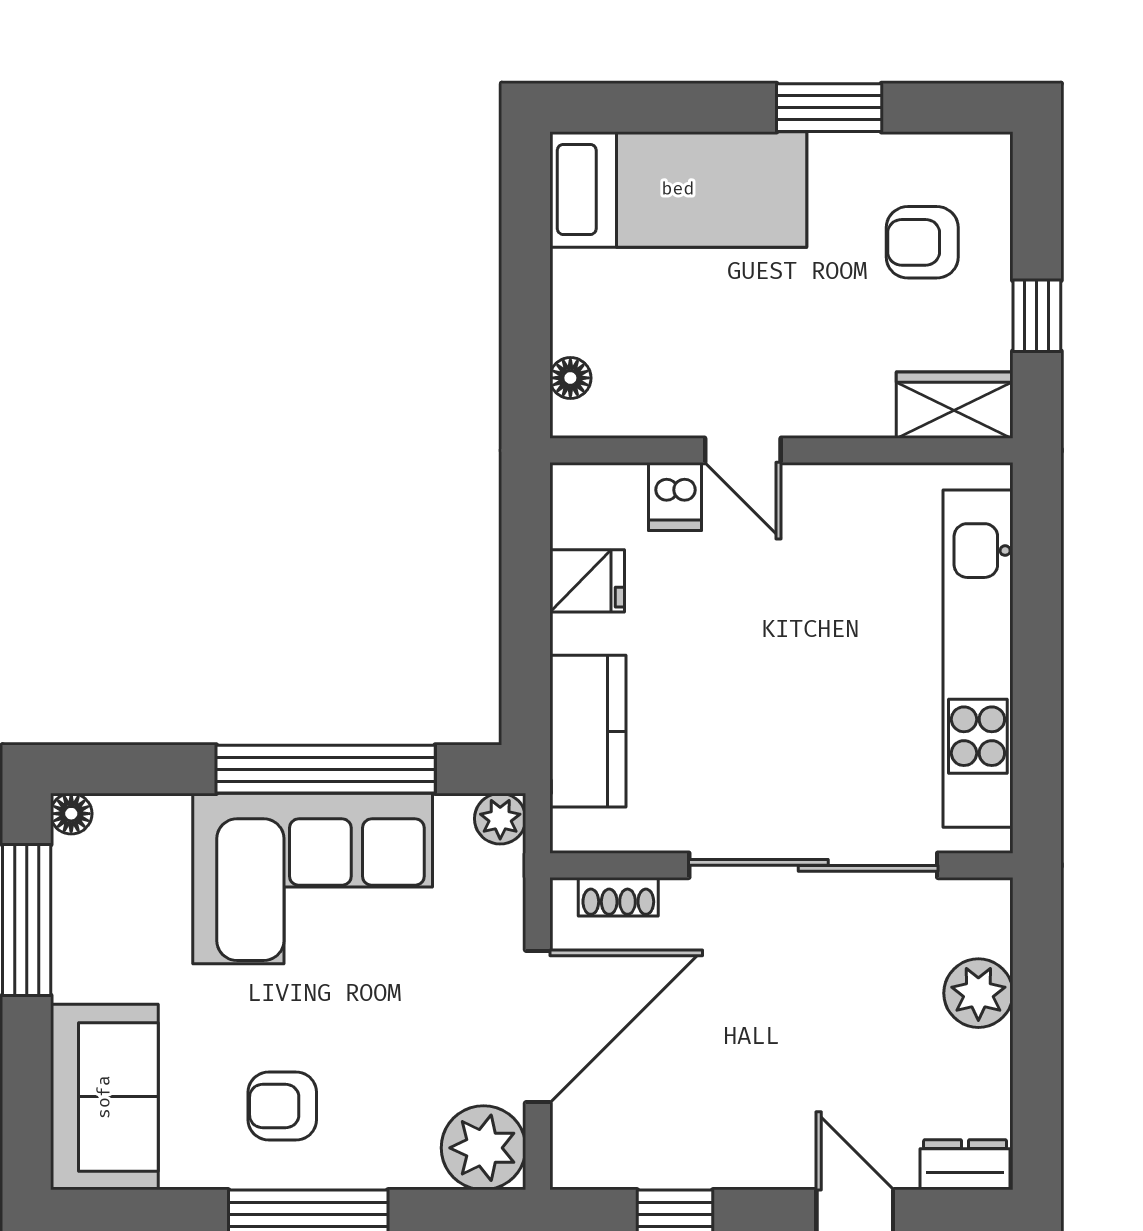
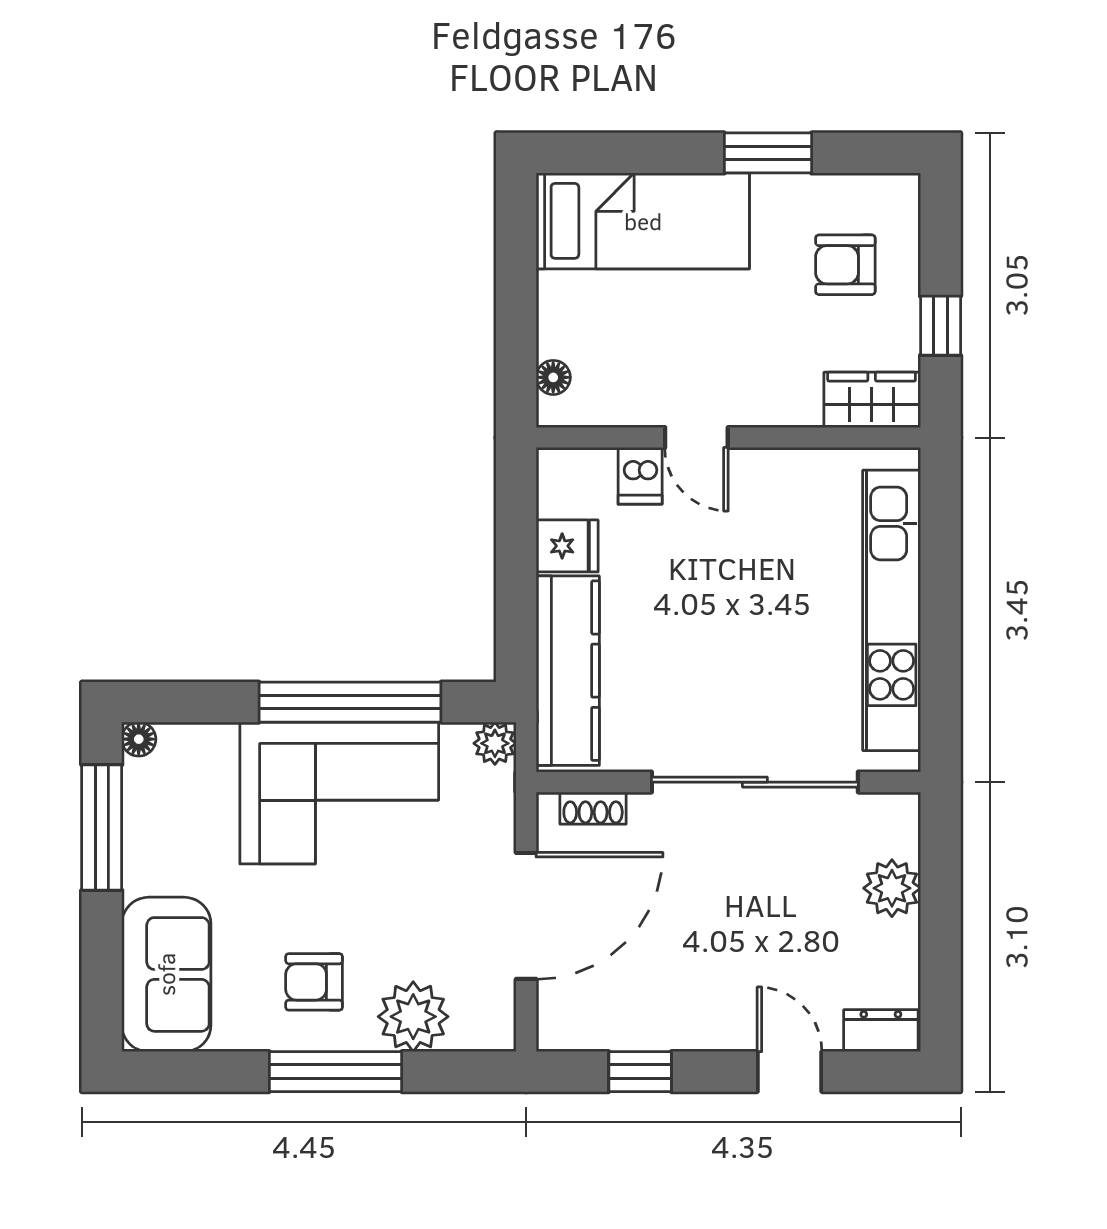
kitchen counter: (588, 731) -> (568, 671), width x1.50
plant: (484, 1148) -> (413, 1017), moved

